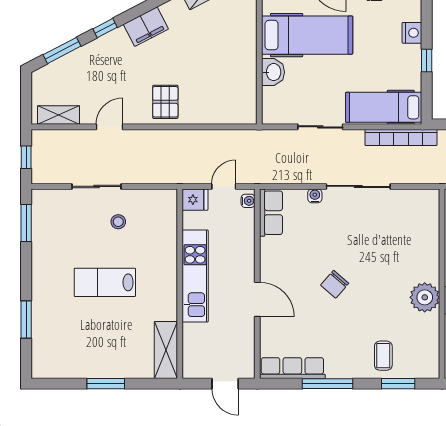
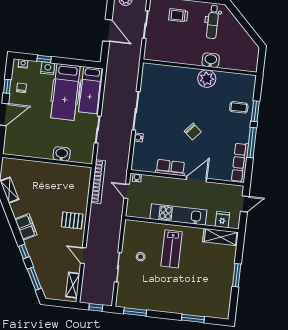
hospital bed: (307, 35) -> (66, 92), moved, turned 180
window: (427, 61) -> (44, 59), moved
bookcase: (401, 137) -> (98, 182), moved
fridge: (195, 200) -> (222, 220), moved
row of seats: (271, 213) -> (170, 168), moved
lab bench: (105, 282) -> (172, 249), moved
window: (398, 384) -> (255, 111), moved

